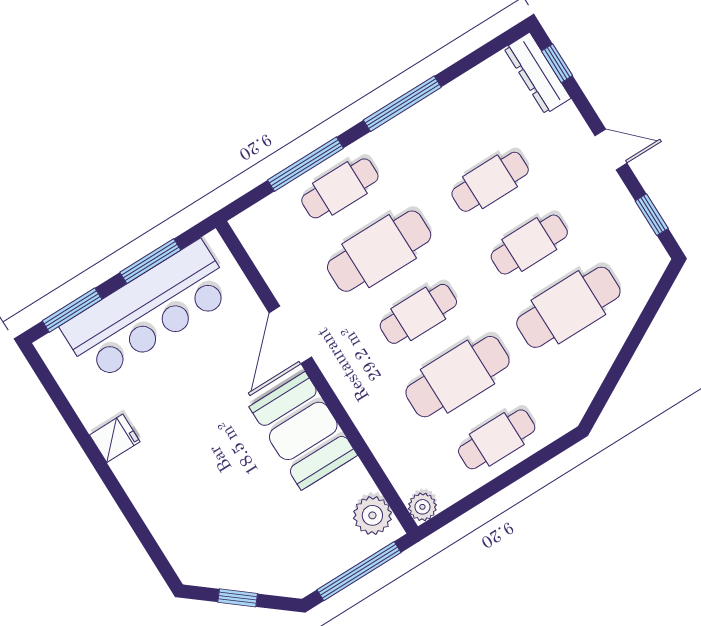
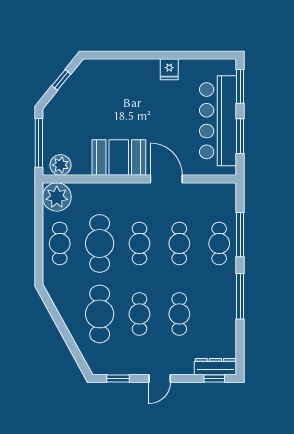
cafe table: (379, 251) -> (179, 243), width x0.73, depth x0.74
plant: (422, 507) -> (57, 197), width x1.87, depth x1.87

